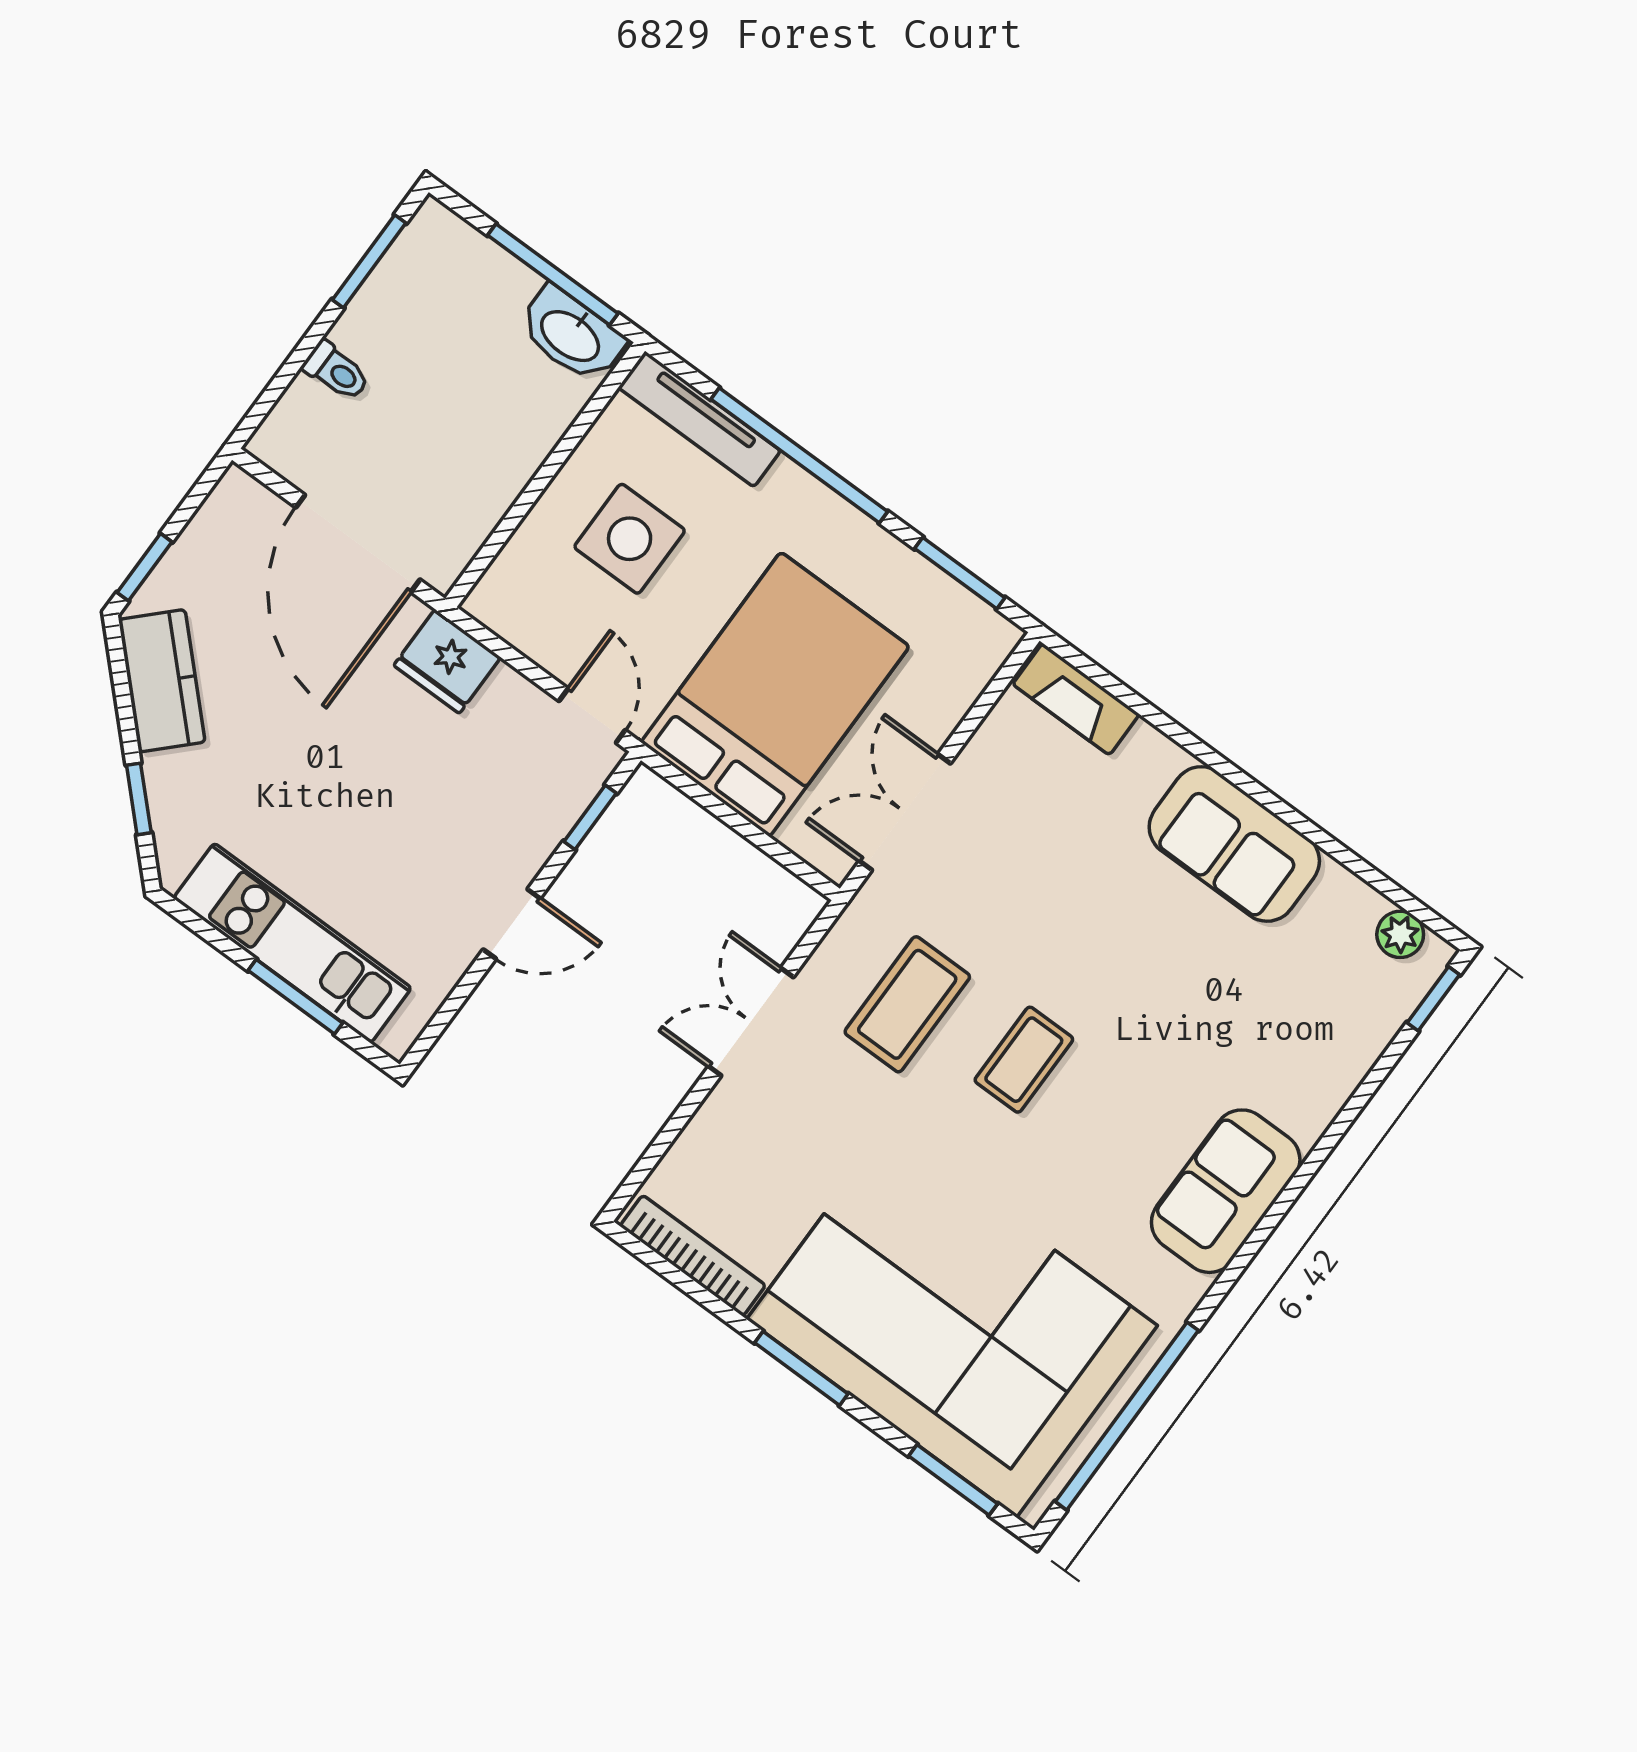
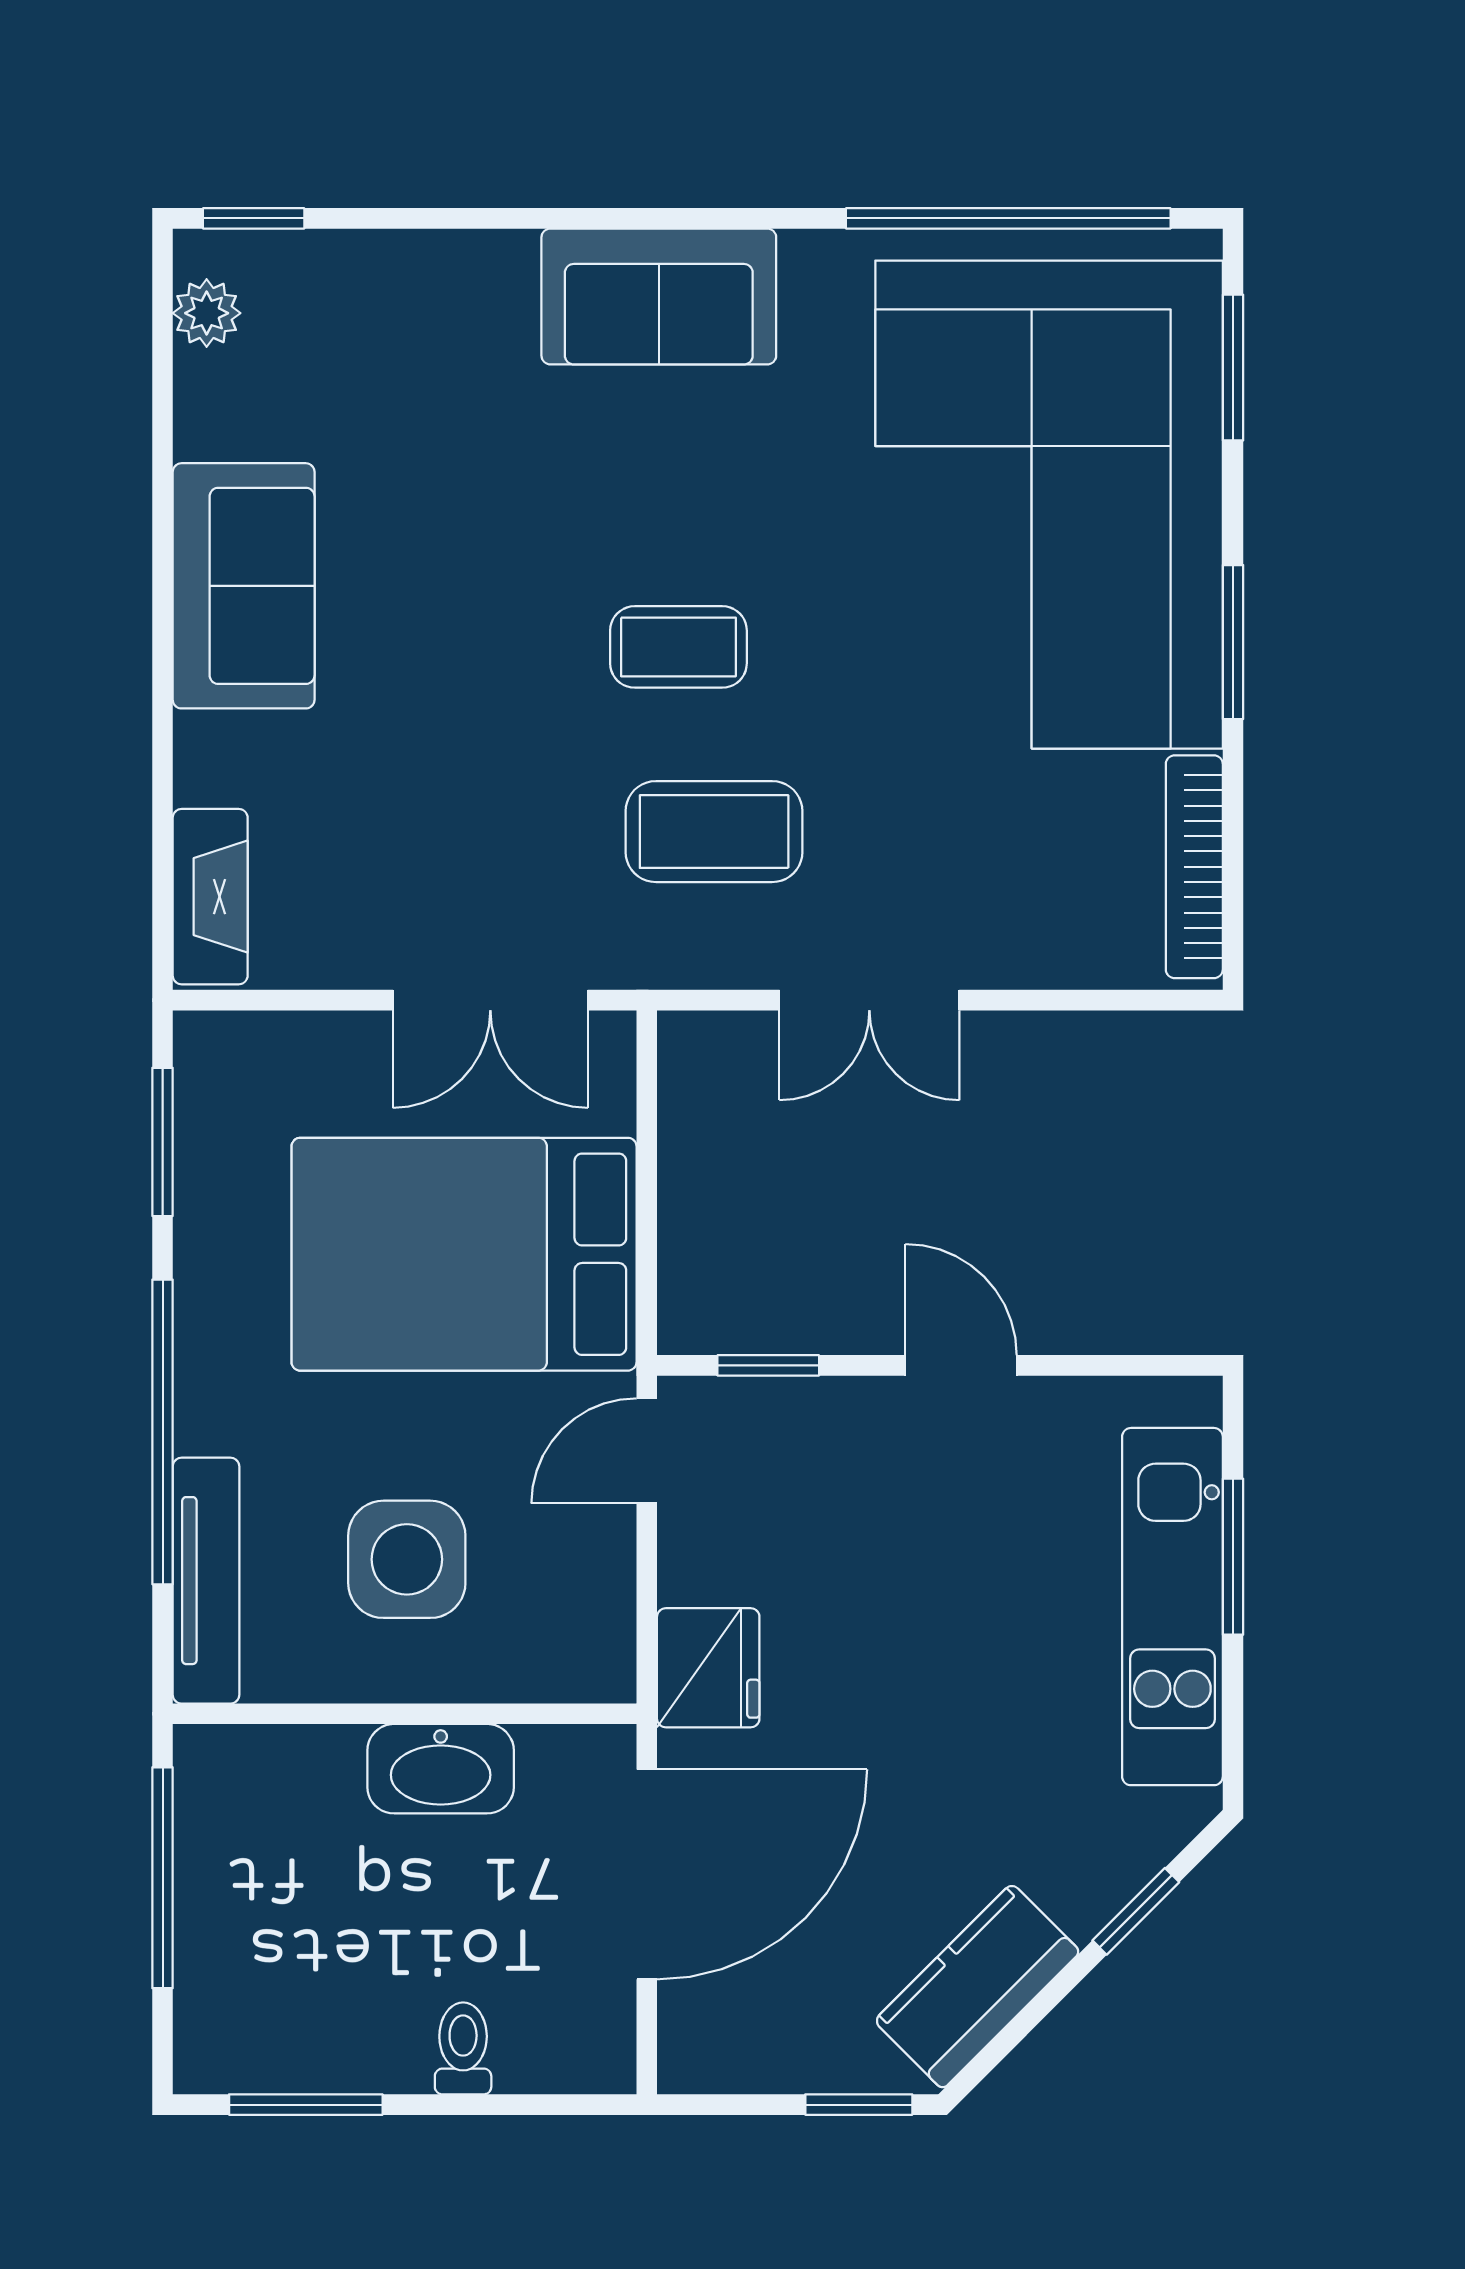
washbasin: (571, 335) -> (441, 1769), moved, turned 90

